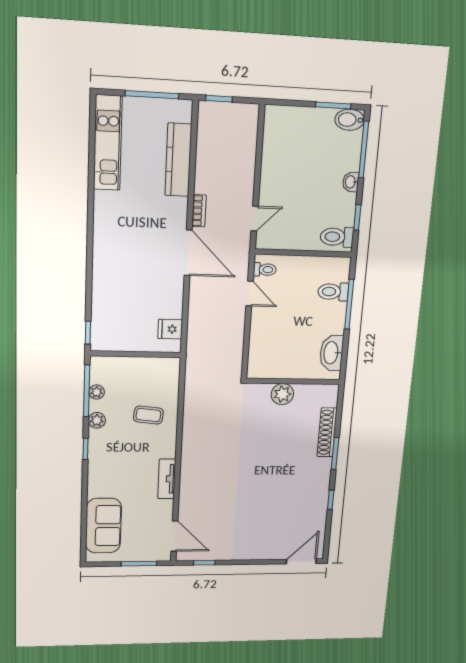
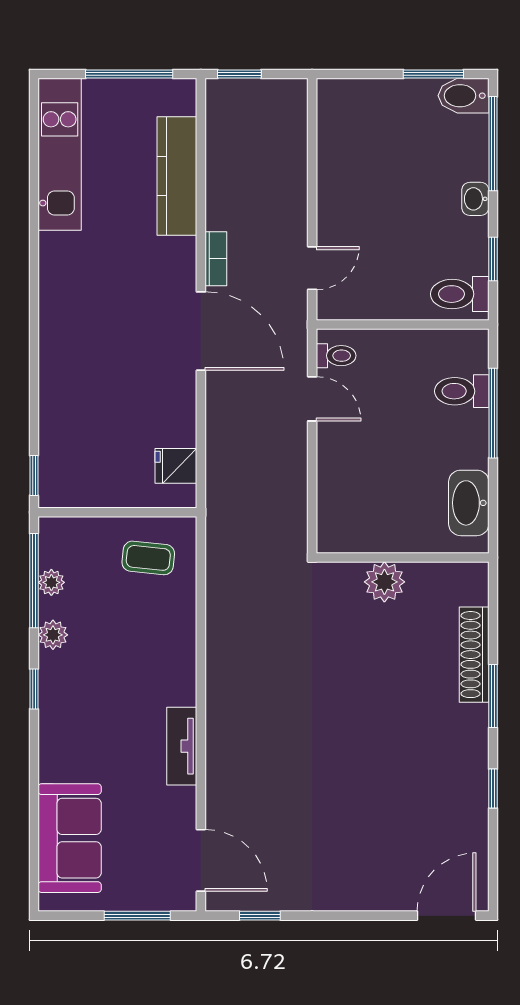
coffee table: (148, 415) -> (148, 558), moved

